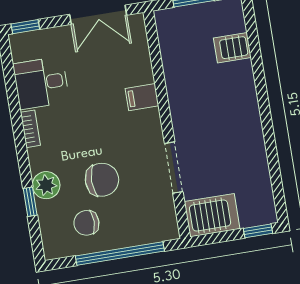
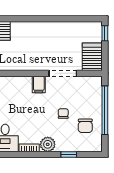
filing cabinet: (142, 97) -> (39, 84), moved
chair: (102, 180) -> (63, 114), width x0.54, depth x0.54
plant: (46, 185) -> (48, 144), moved

